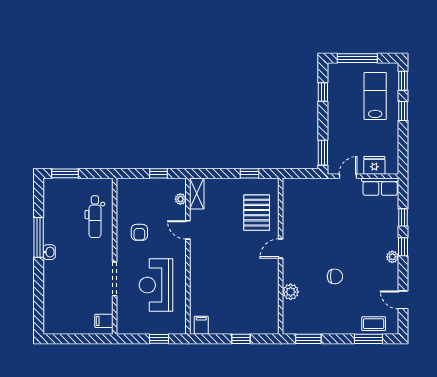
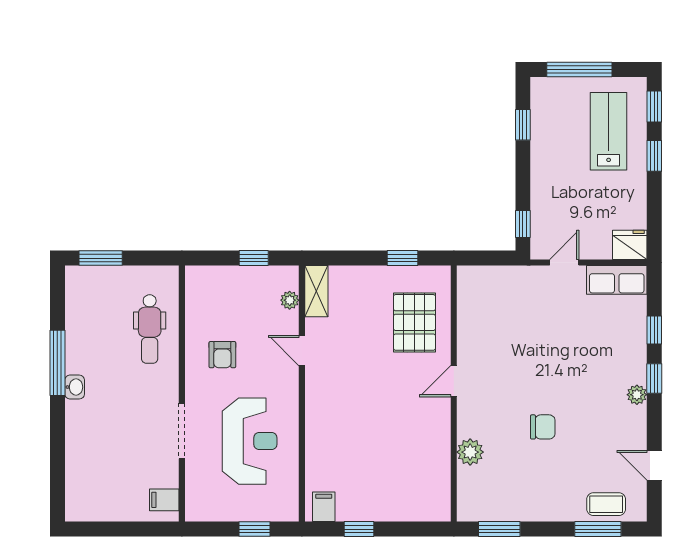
window: (323, 153) -> (523, 224), width x0.67
fridge: (374, 165) -> (630, 245), moved
reception desk: (156, 285) -> (250, 441), turned 180
window: (241, 339) -> (359, 529), moved

